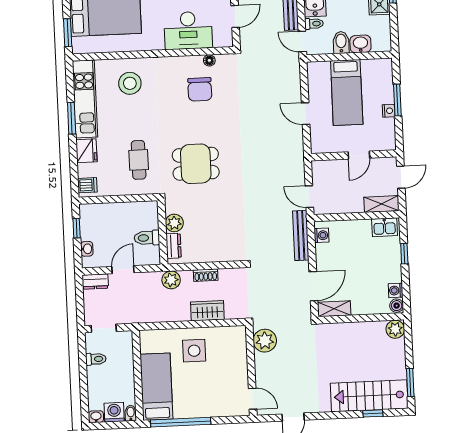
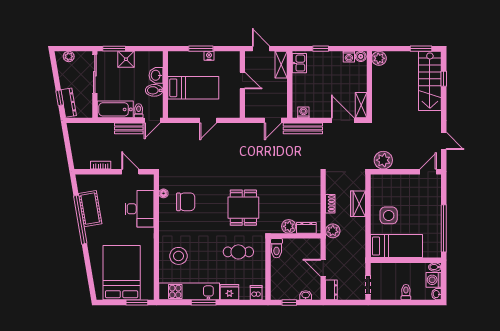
toilet: (147, 238) -> (277, 248), moved
toilet: (96, 359) -> (406, 292), moved
bed: (156, 387) -> (396, 246), moved, turned 180

